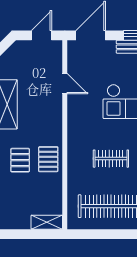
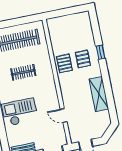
shelving: (47, 222) -> (57, 22), removed

